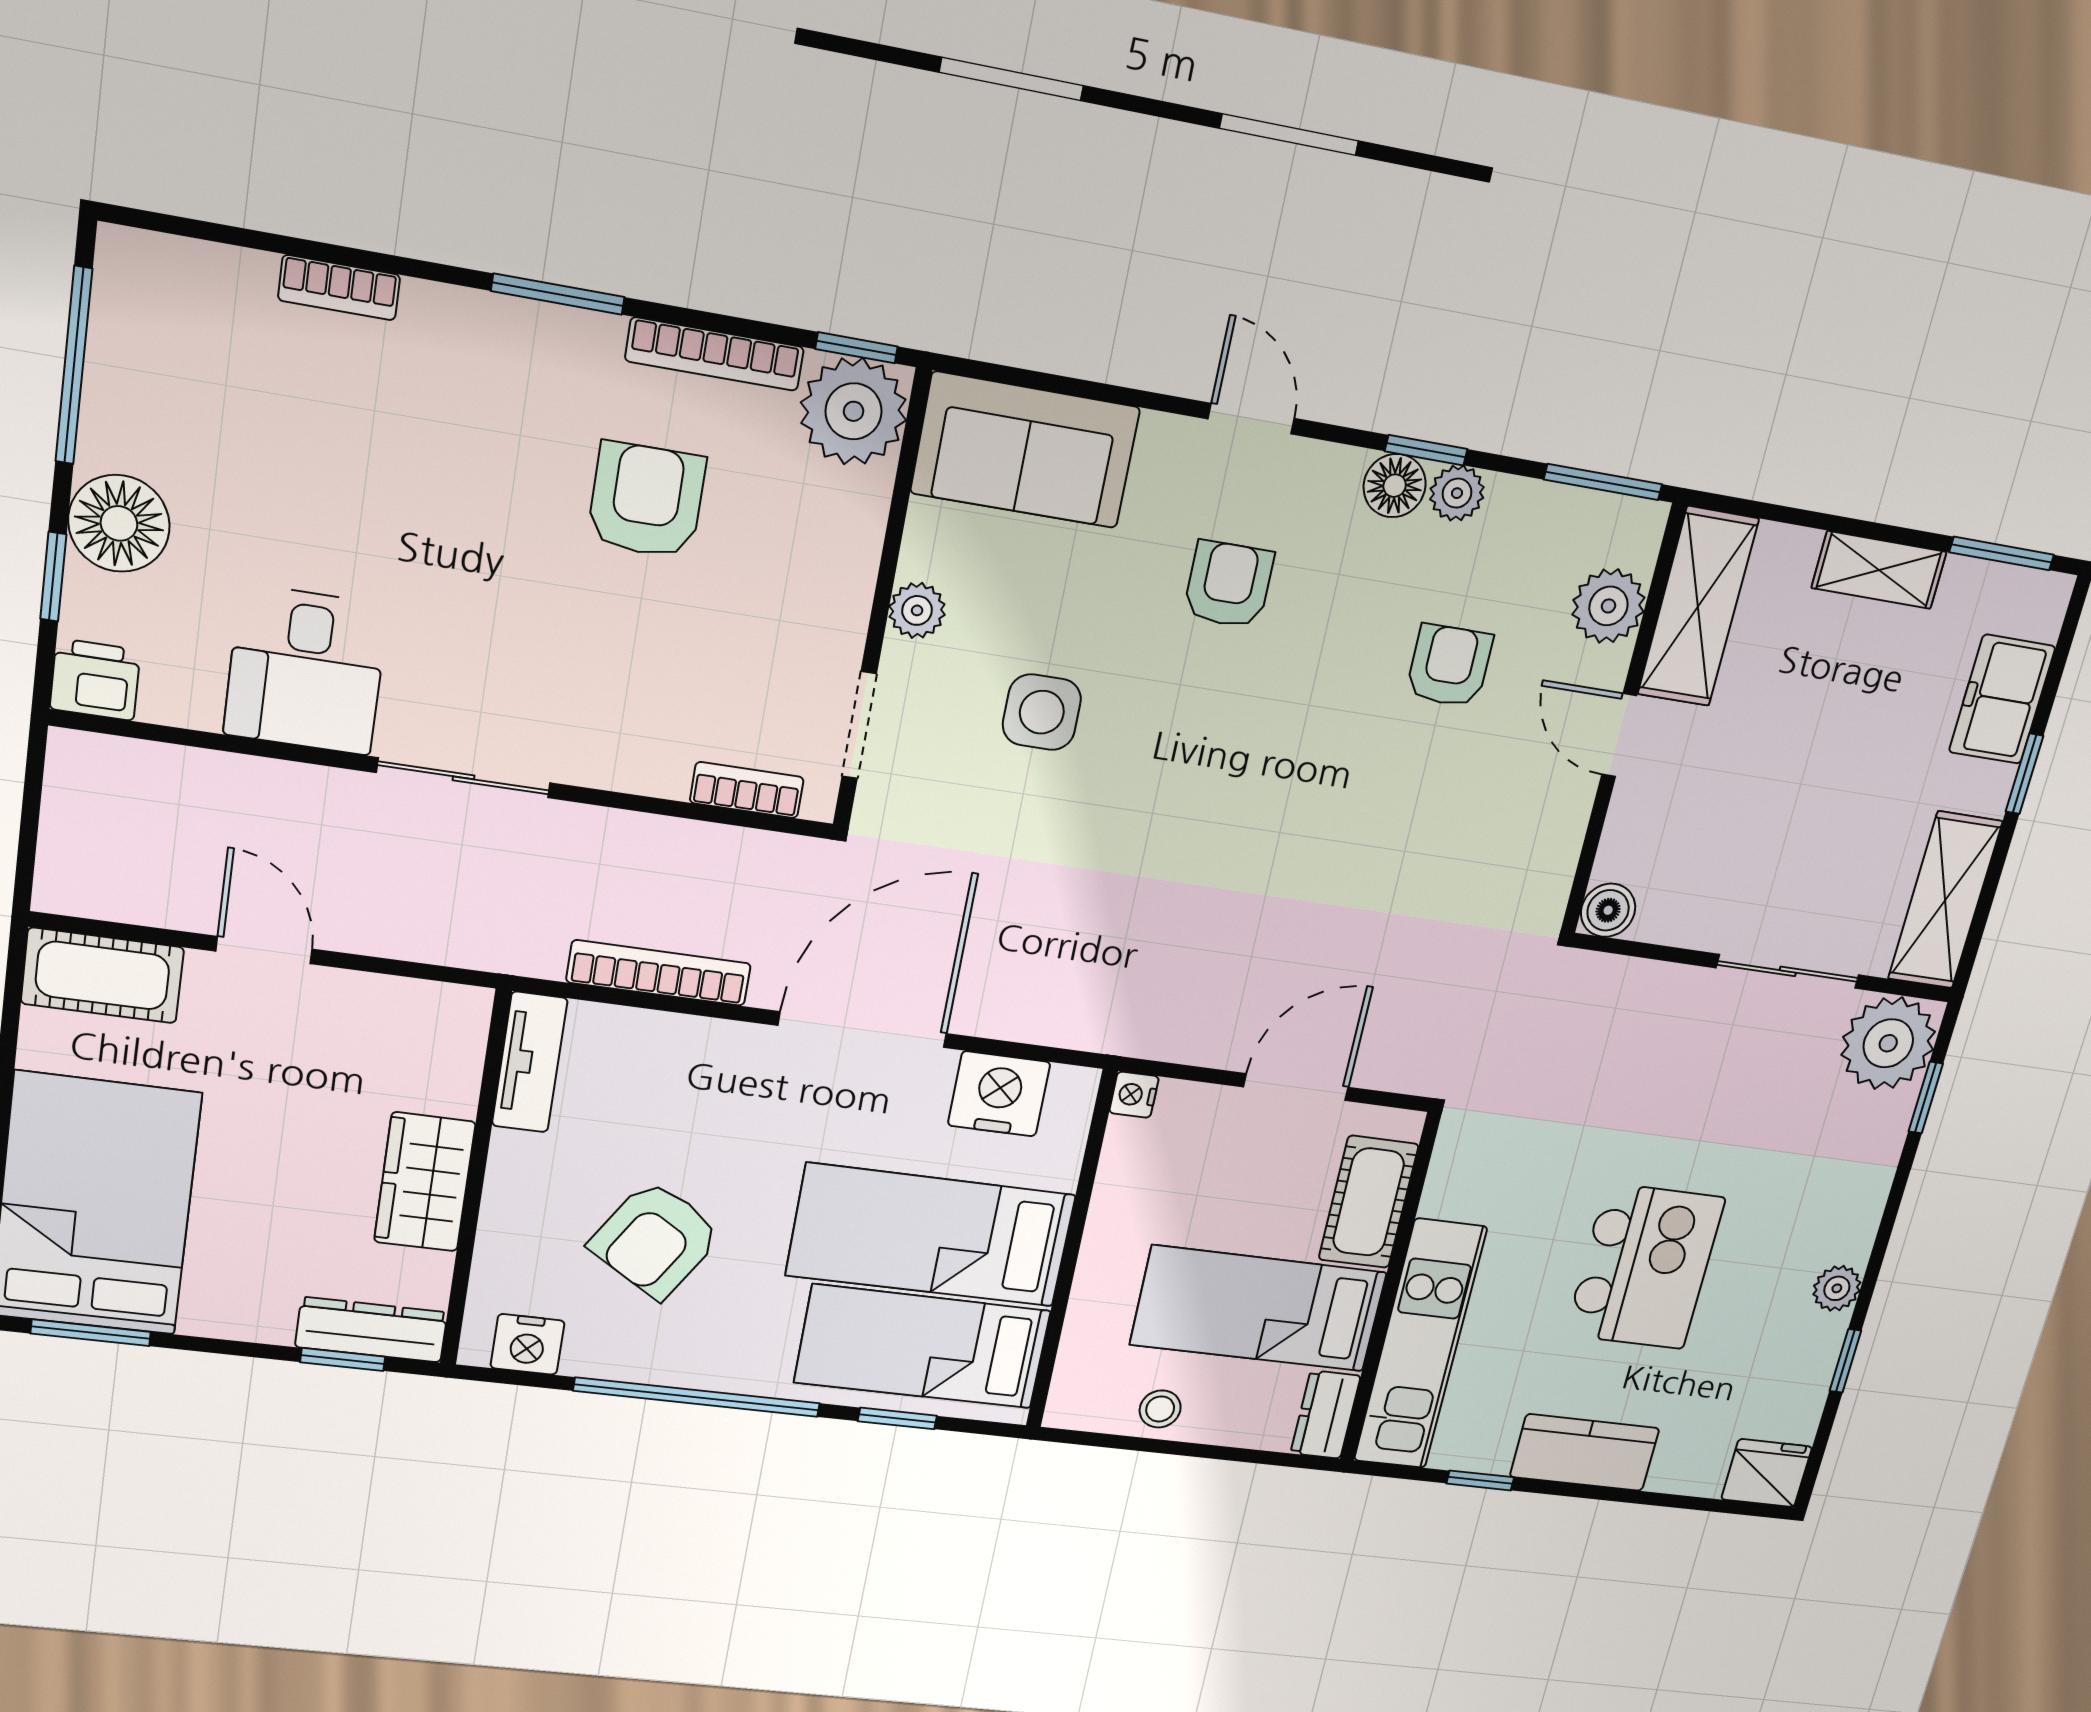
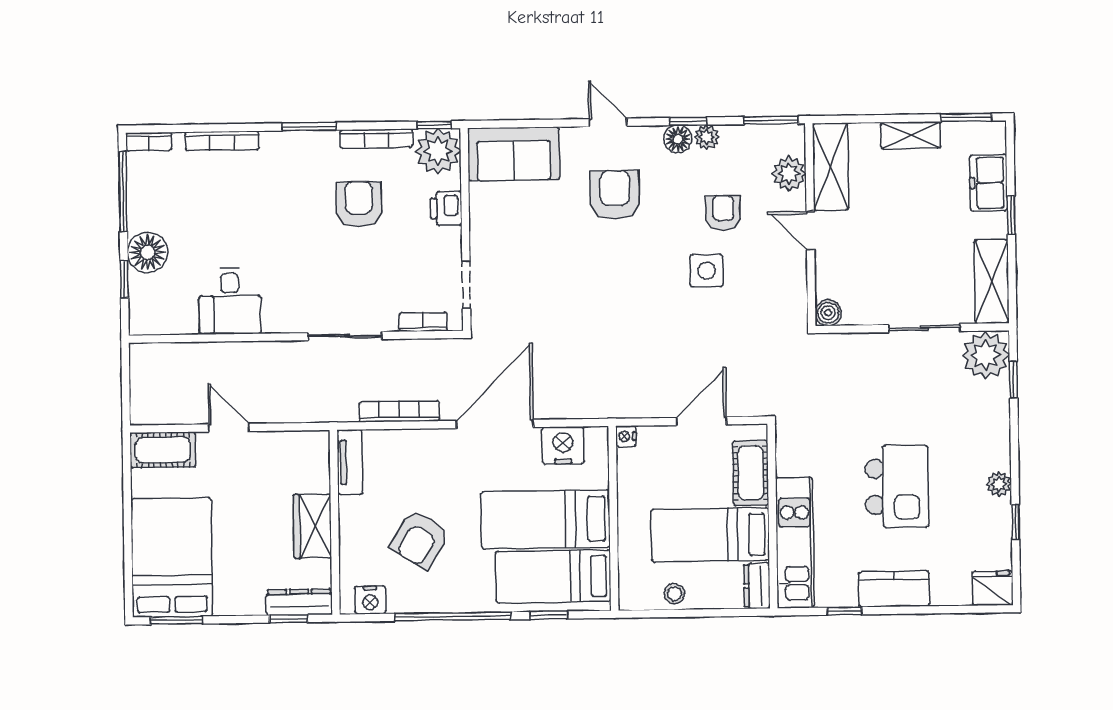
bookcase: (154, 254) -> (149, 142), added
bookcase: (339, 288) -> (222, 141), width x1.56
armchair: (1229, 584) -> (615, 195), width x1.38, depth x1.38
plant: (917, 610) -> (481, 230), removed
printer: (95, 680) -> (446, 208), moved, turned -90
side table: (1042, 712) -> (707, 271), moved
sliding door: (464, 778) -> (345, 336), moved

